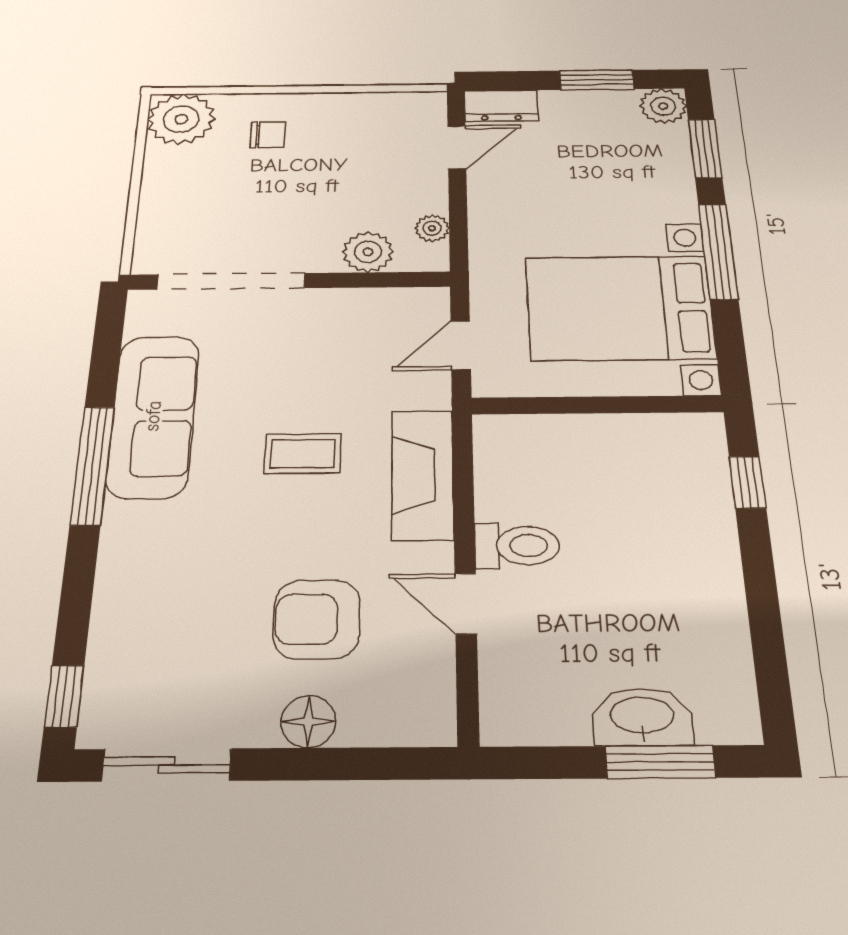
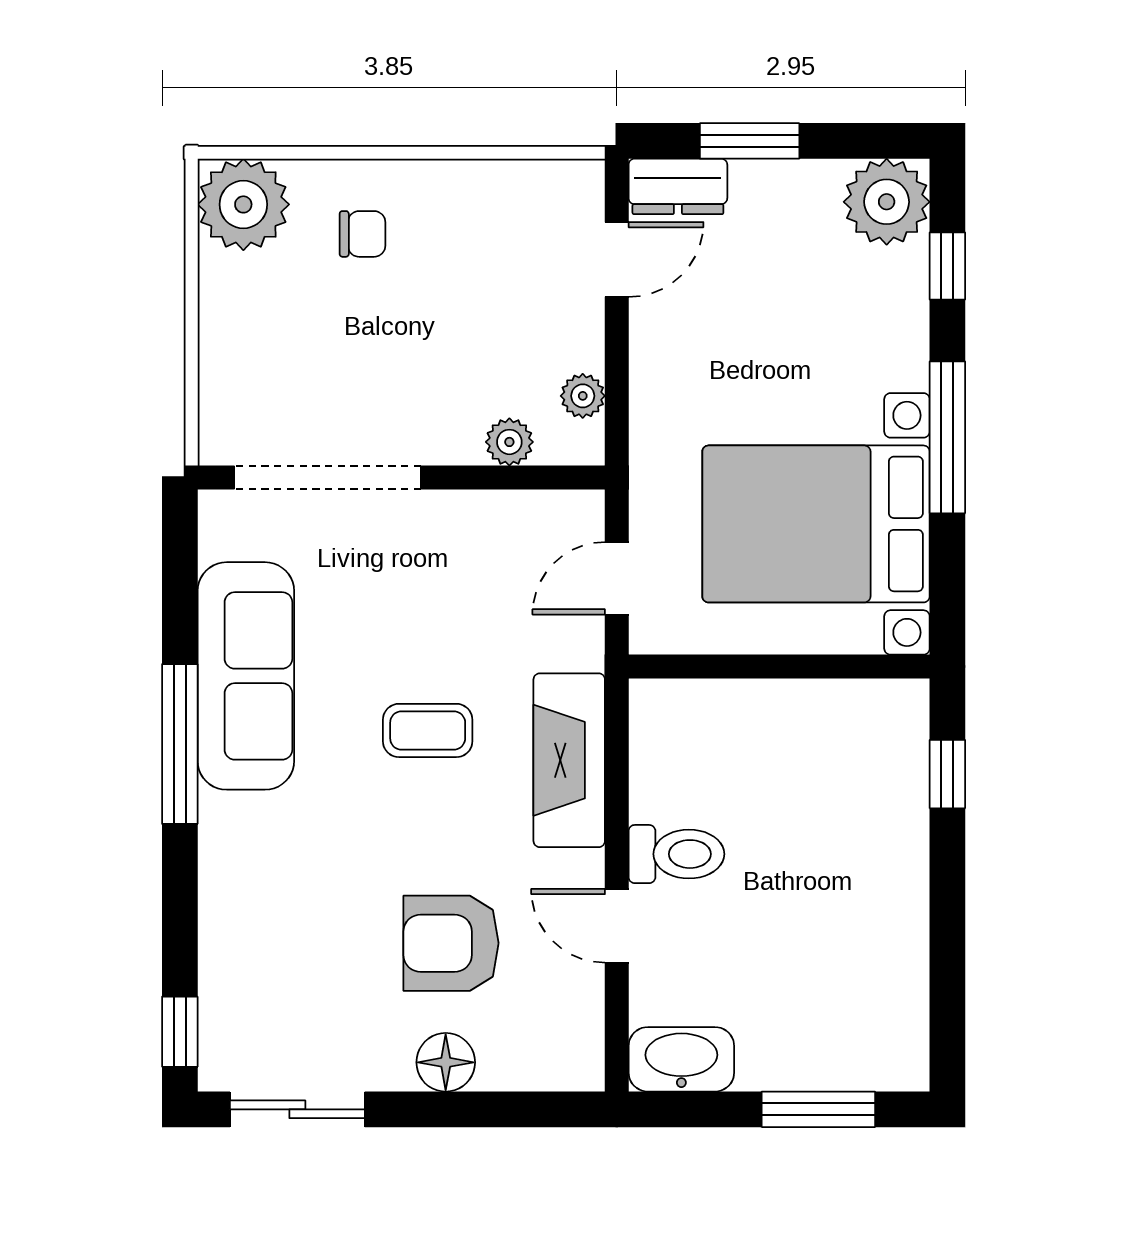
window: (597, 80) -> (750, 141), moved
plant: (663, 106) -> (887, 202), width x1.36, depth x1.36
window: (705, 148) -> (947, 266), width x0.67
plant: (368, 252) -> (509, 442), width x0.73, depth x0.73
washbasin: (642, 717) -> (681, 1059), moved

